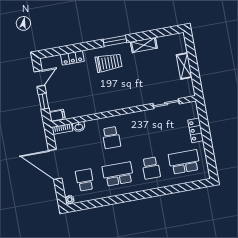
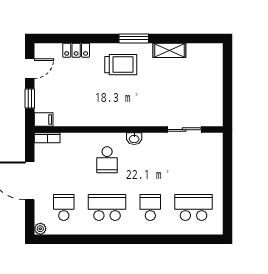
shelving: (184, 66) -> (216, 86), removed
washbasin: (79, 127) -> (134, 139), moved
locker: (196, 130) -> (215, 170), removed
school desk: (151, 168) -> (150, 207), turned 180

